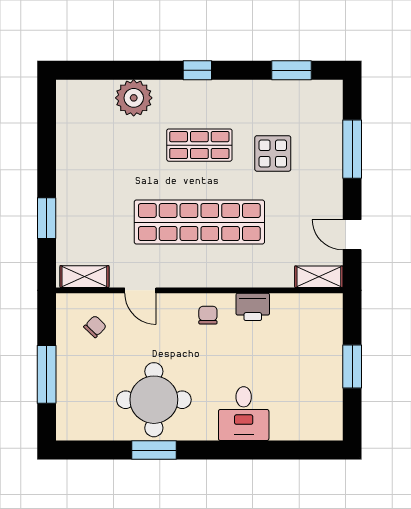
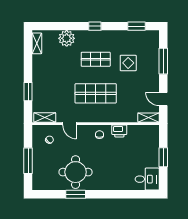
shelving: (67, 109) -> (37, 43), added
shop shelf: (199, 222) -> (96, 93), width x0.71
desk: (244, 414) -> (147, 179), moved, turned -90

